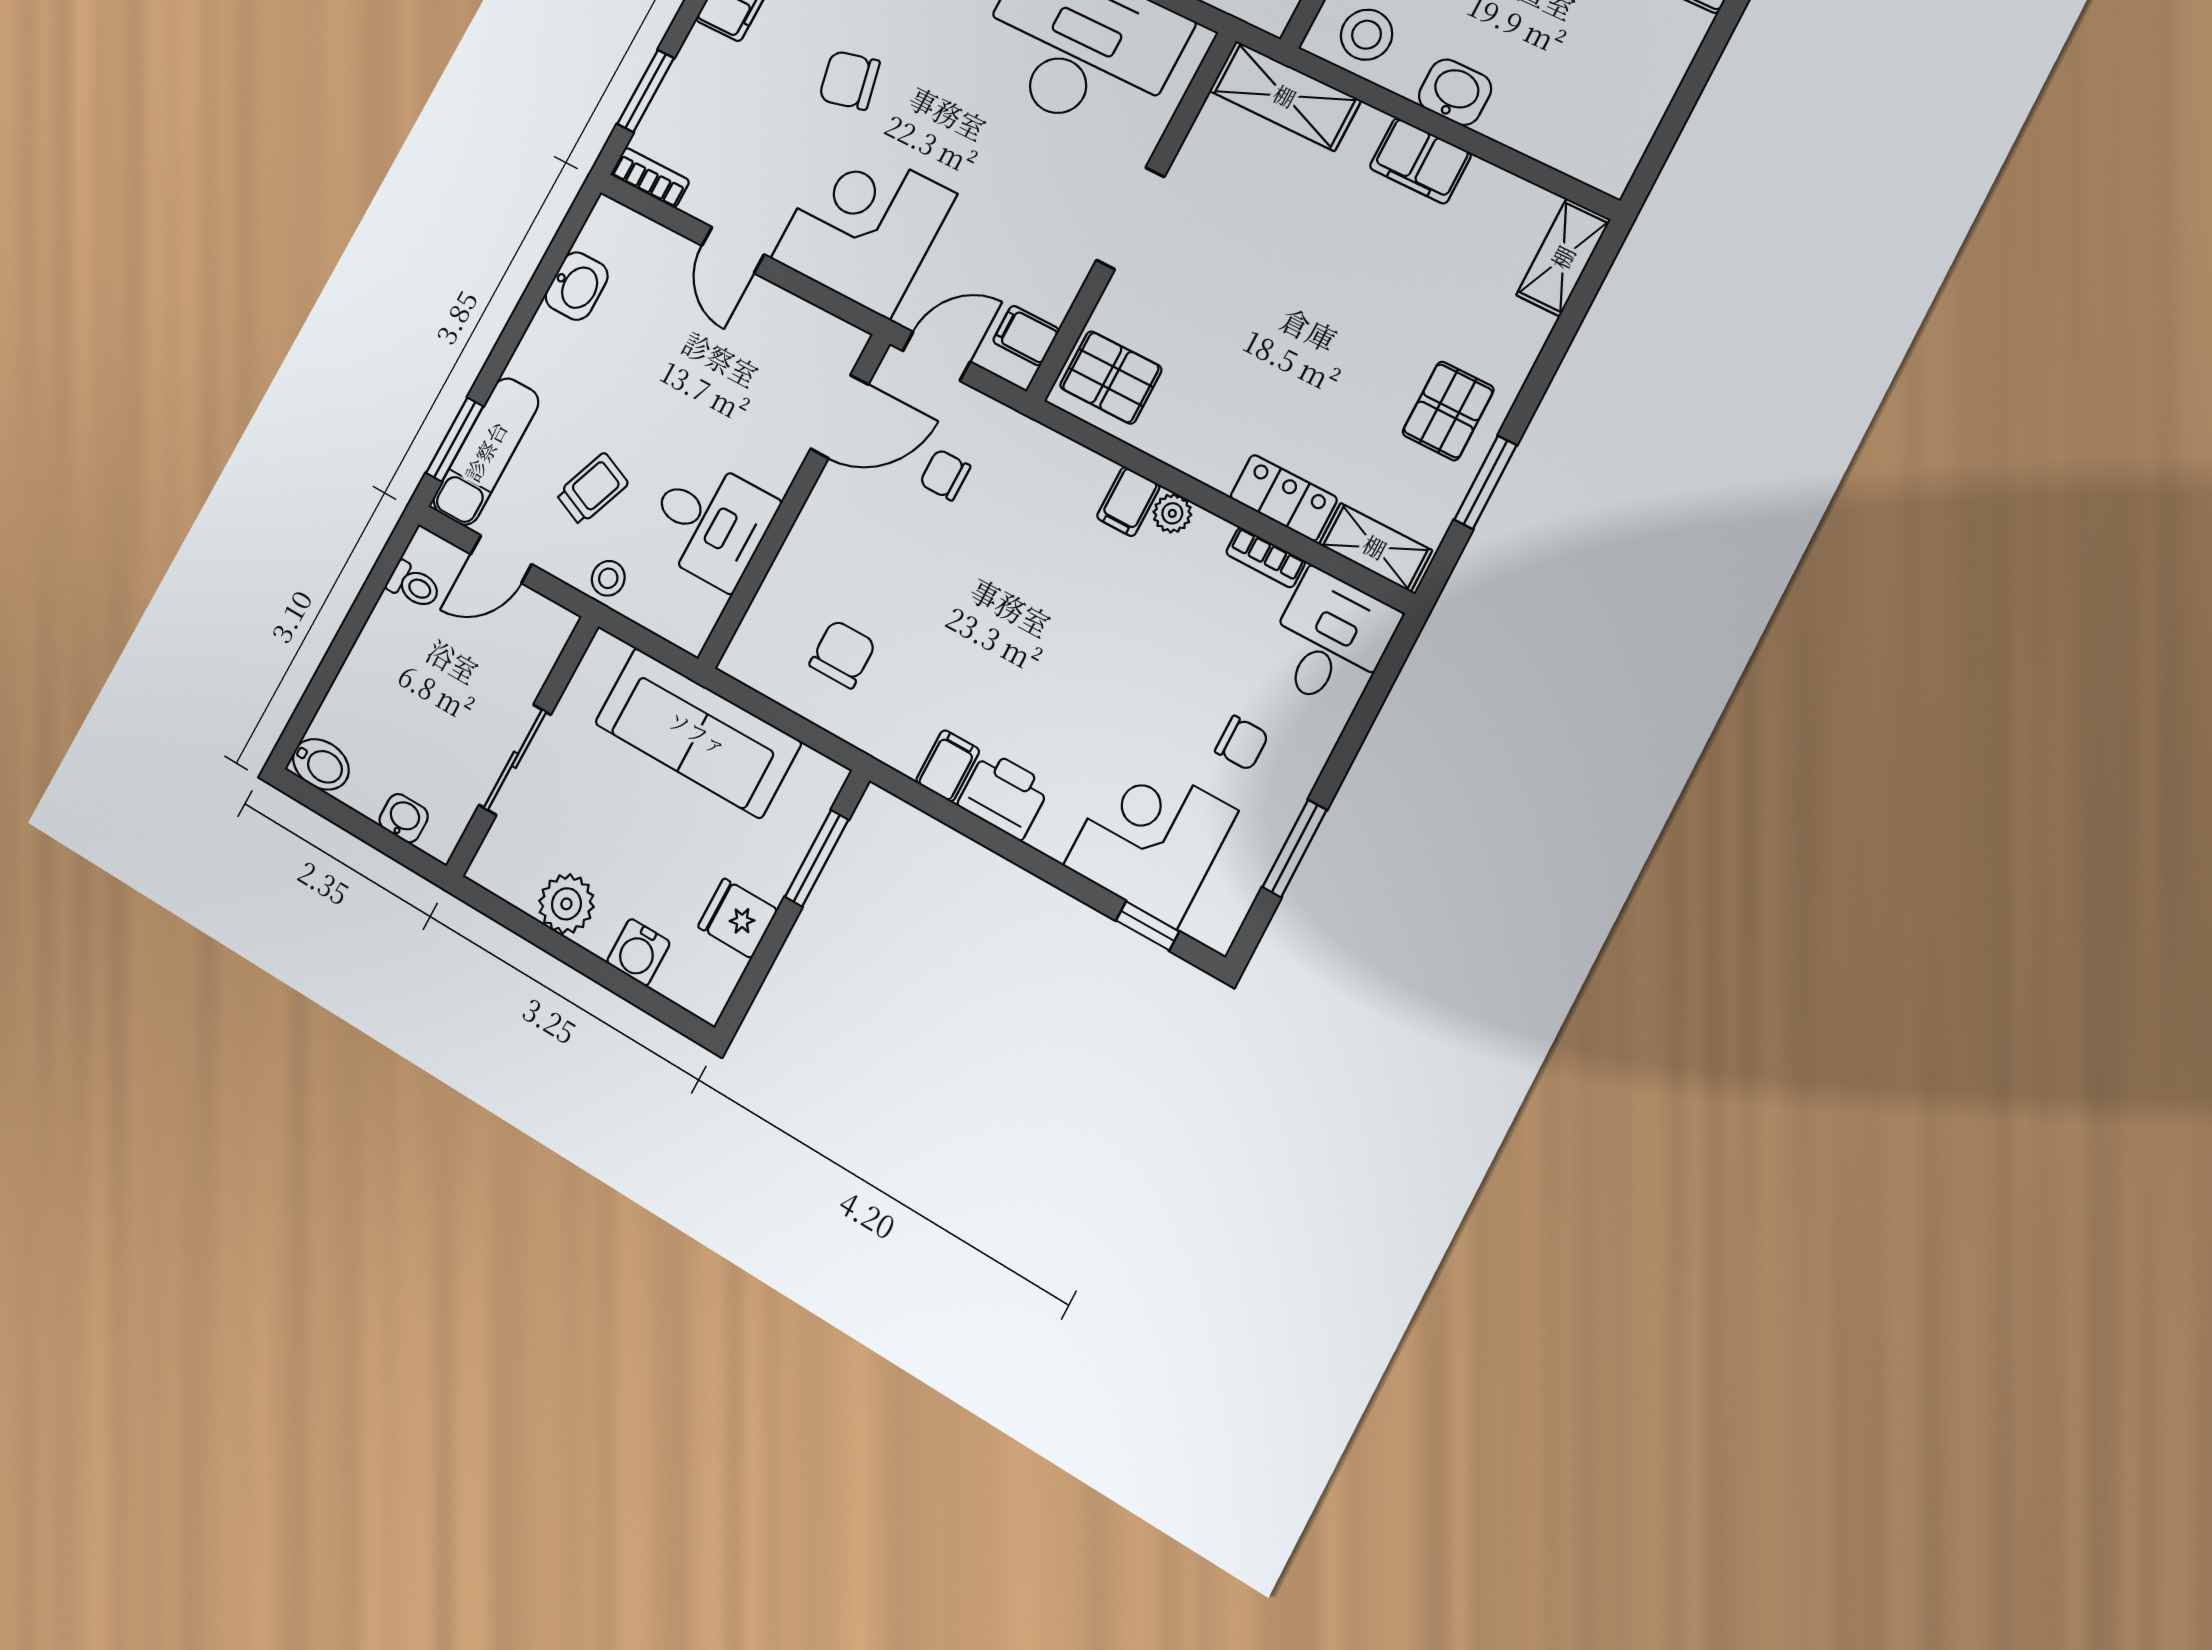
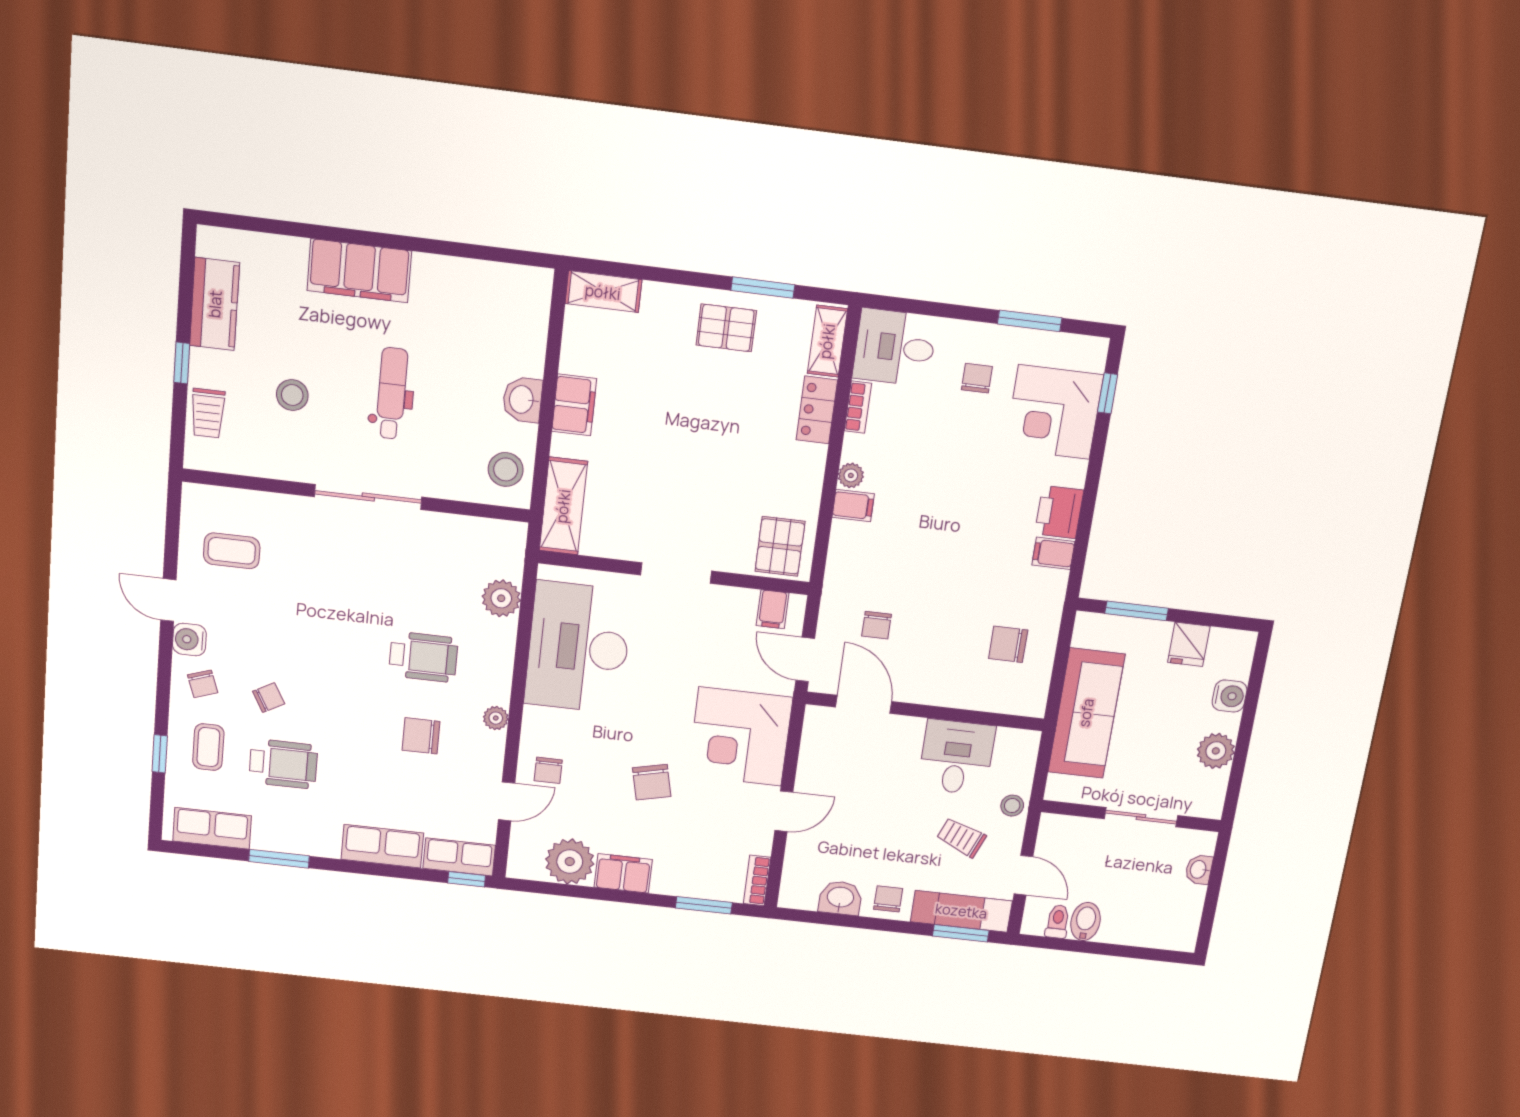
chair: (547, 353) -> (888, 899), added
bidet: (321, 764) -> (1085, 922), moved

